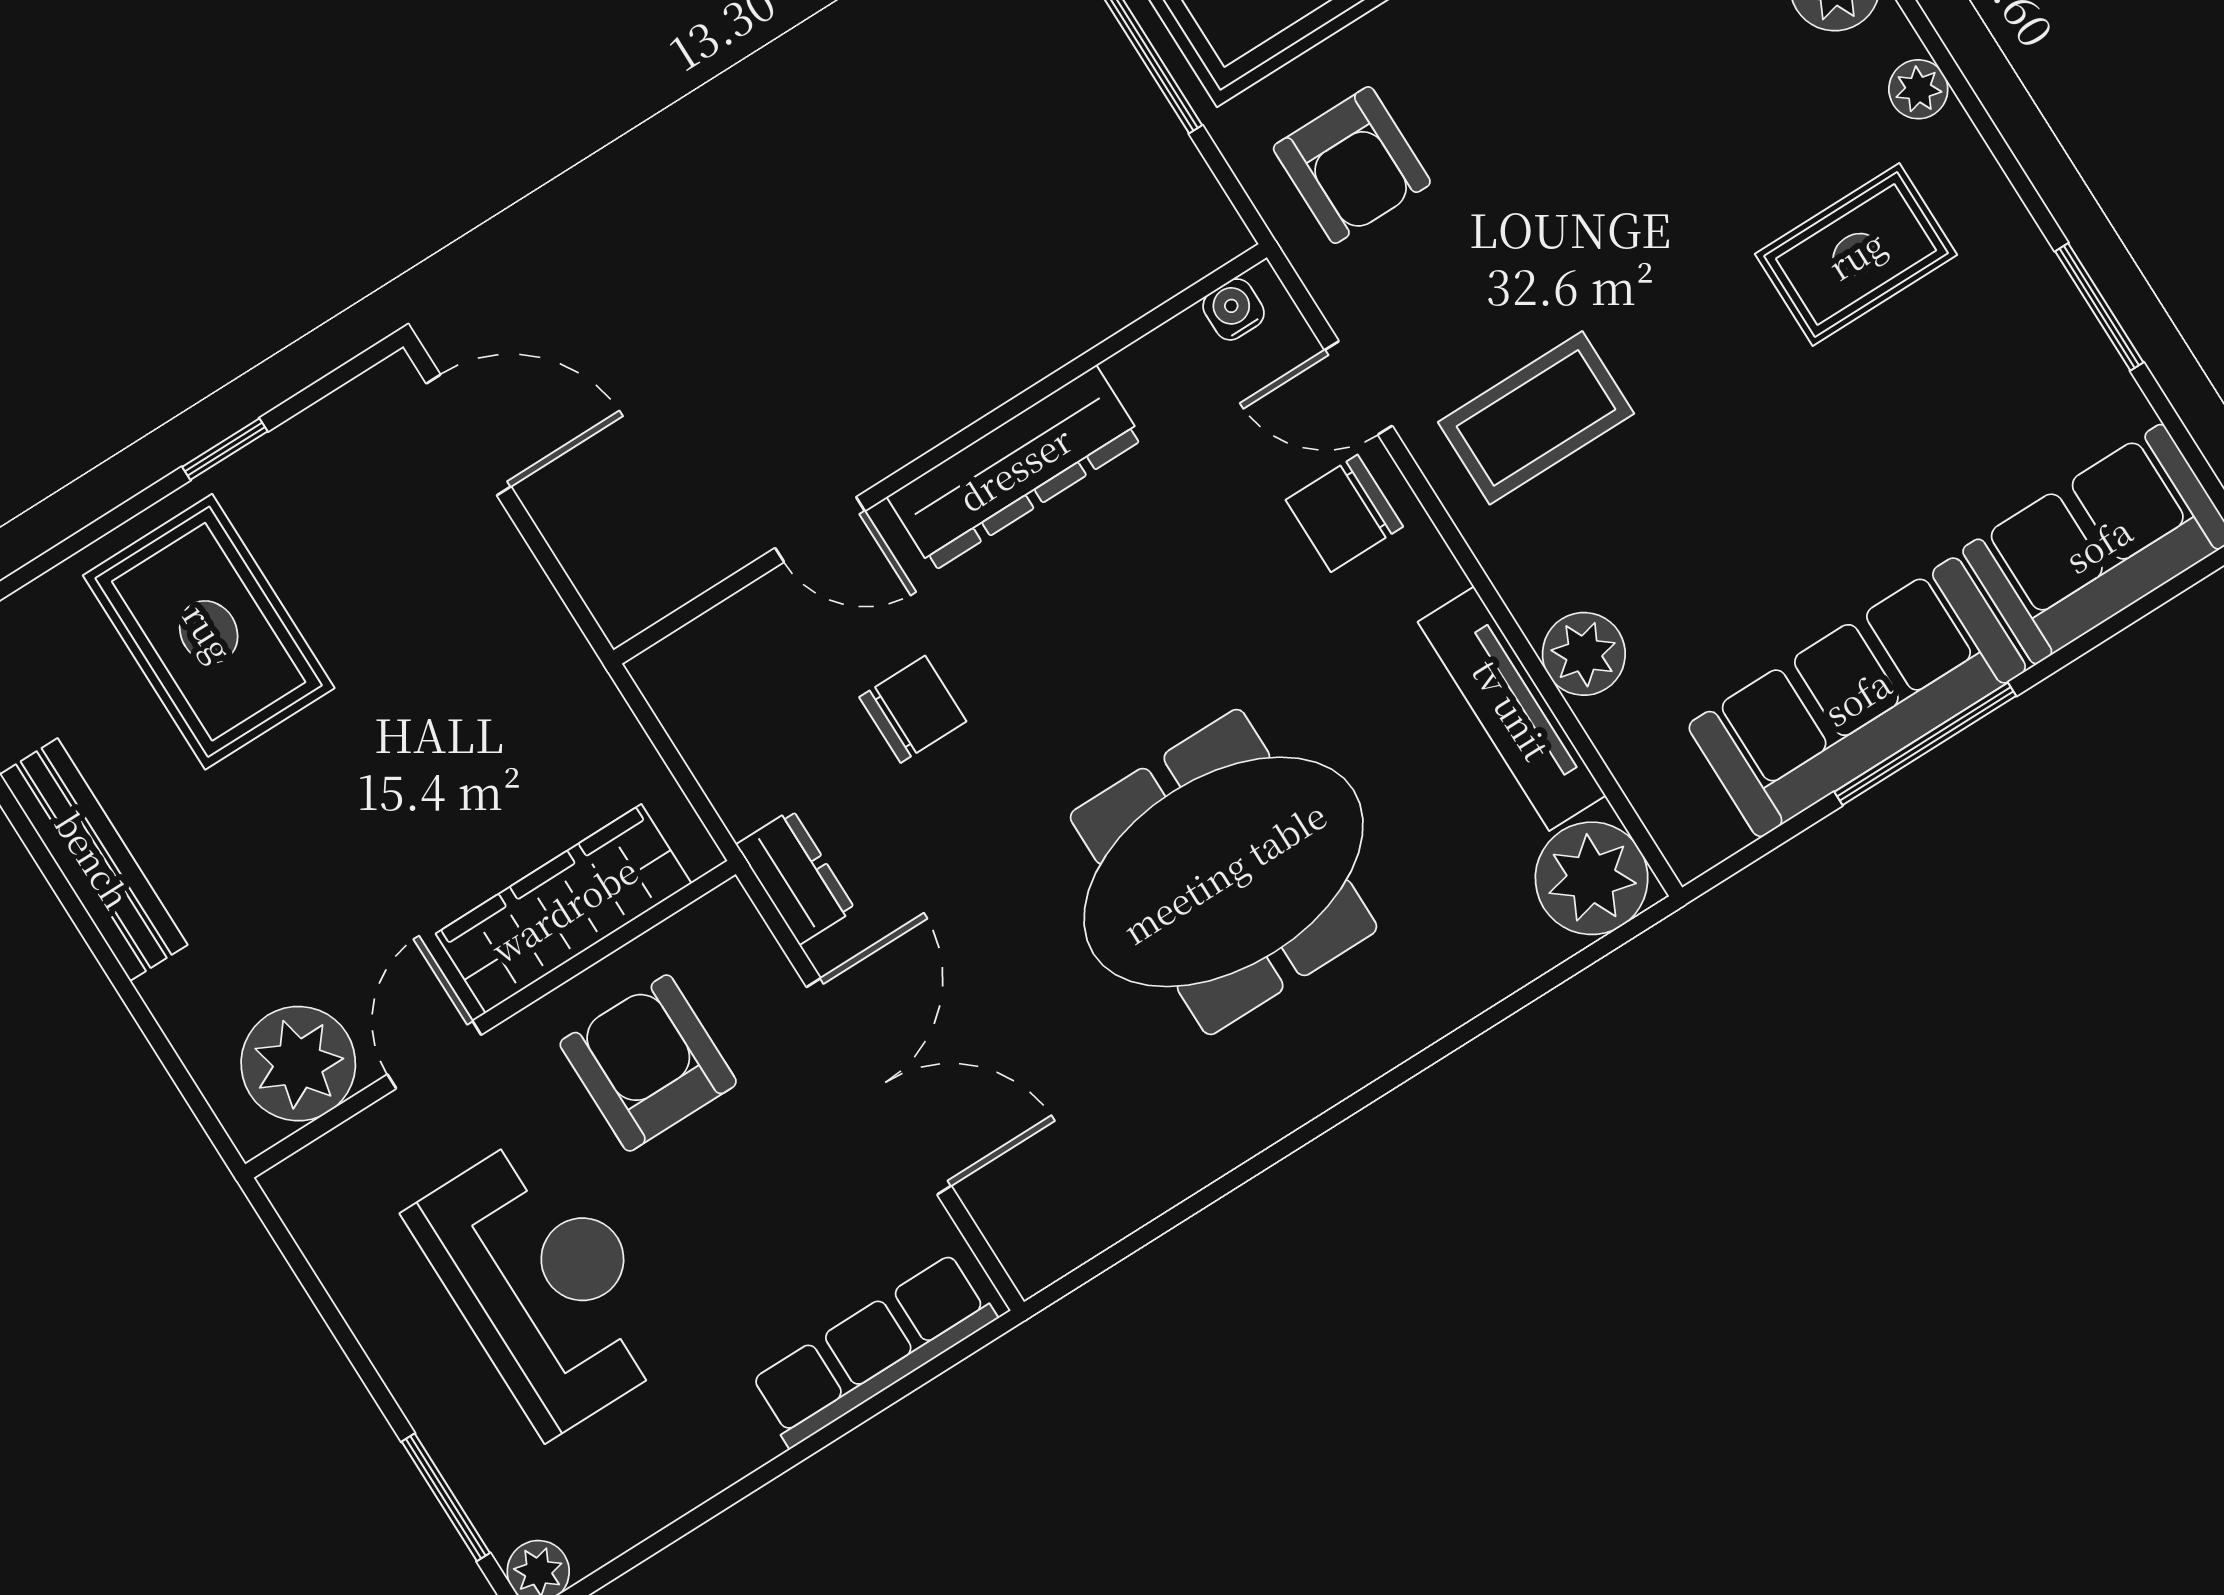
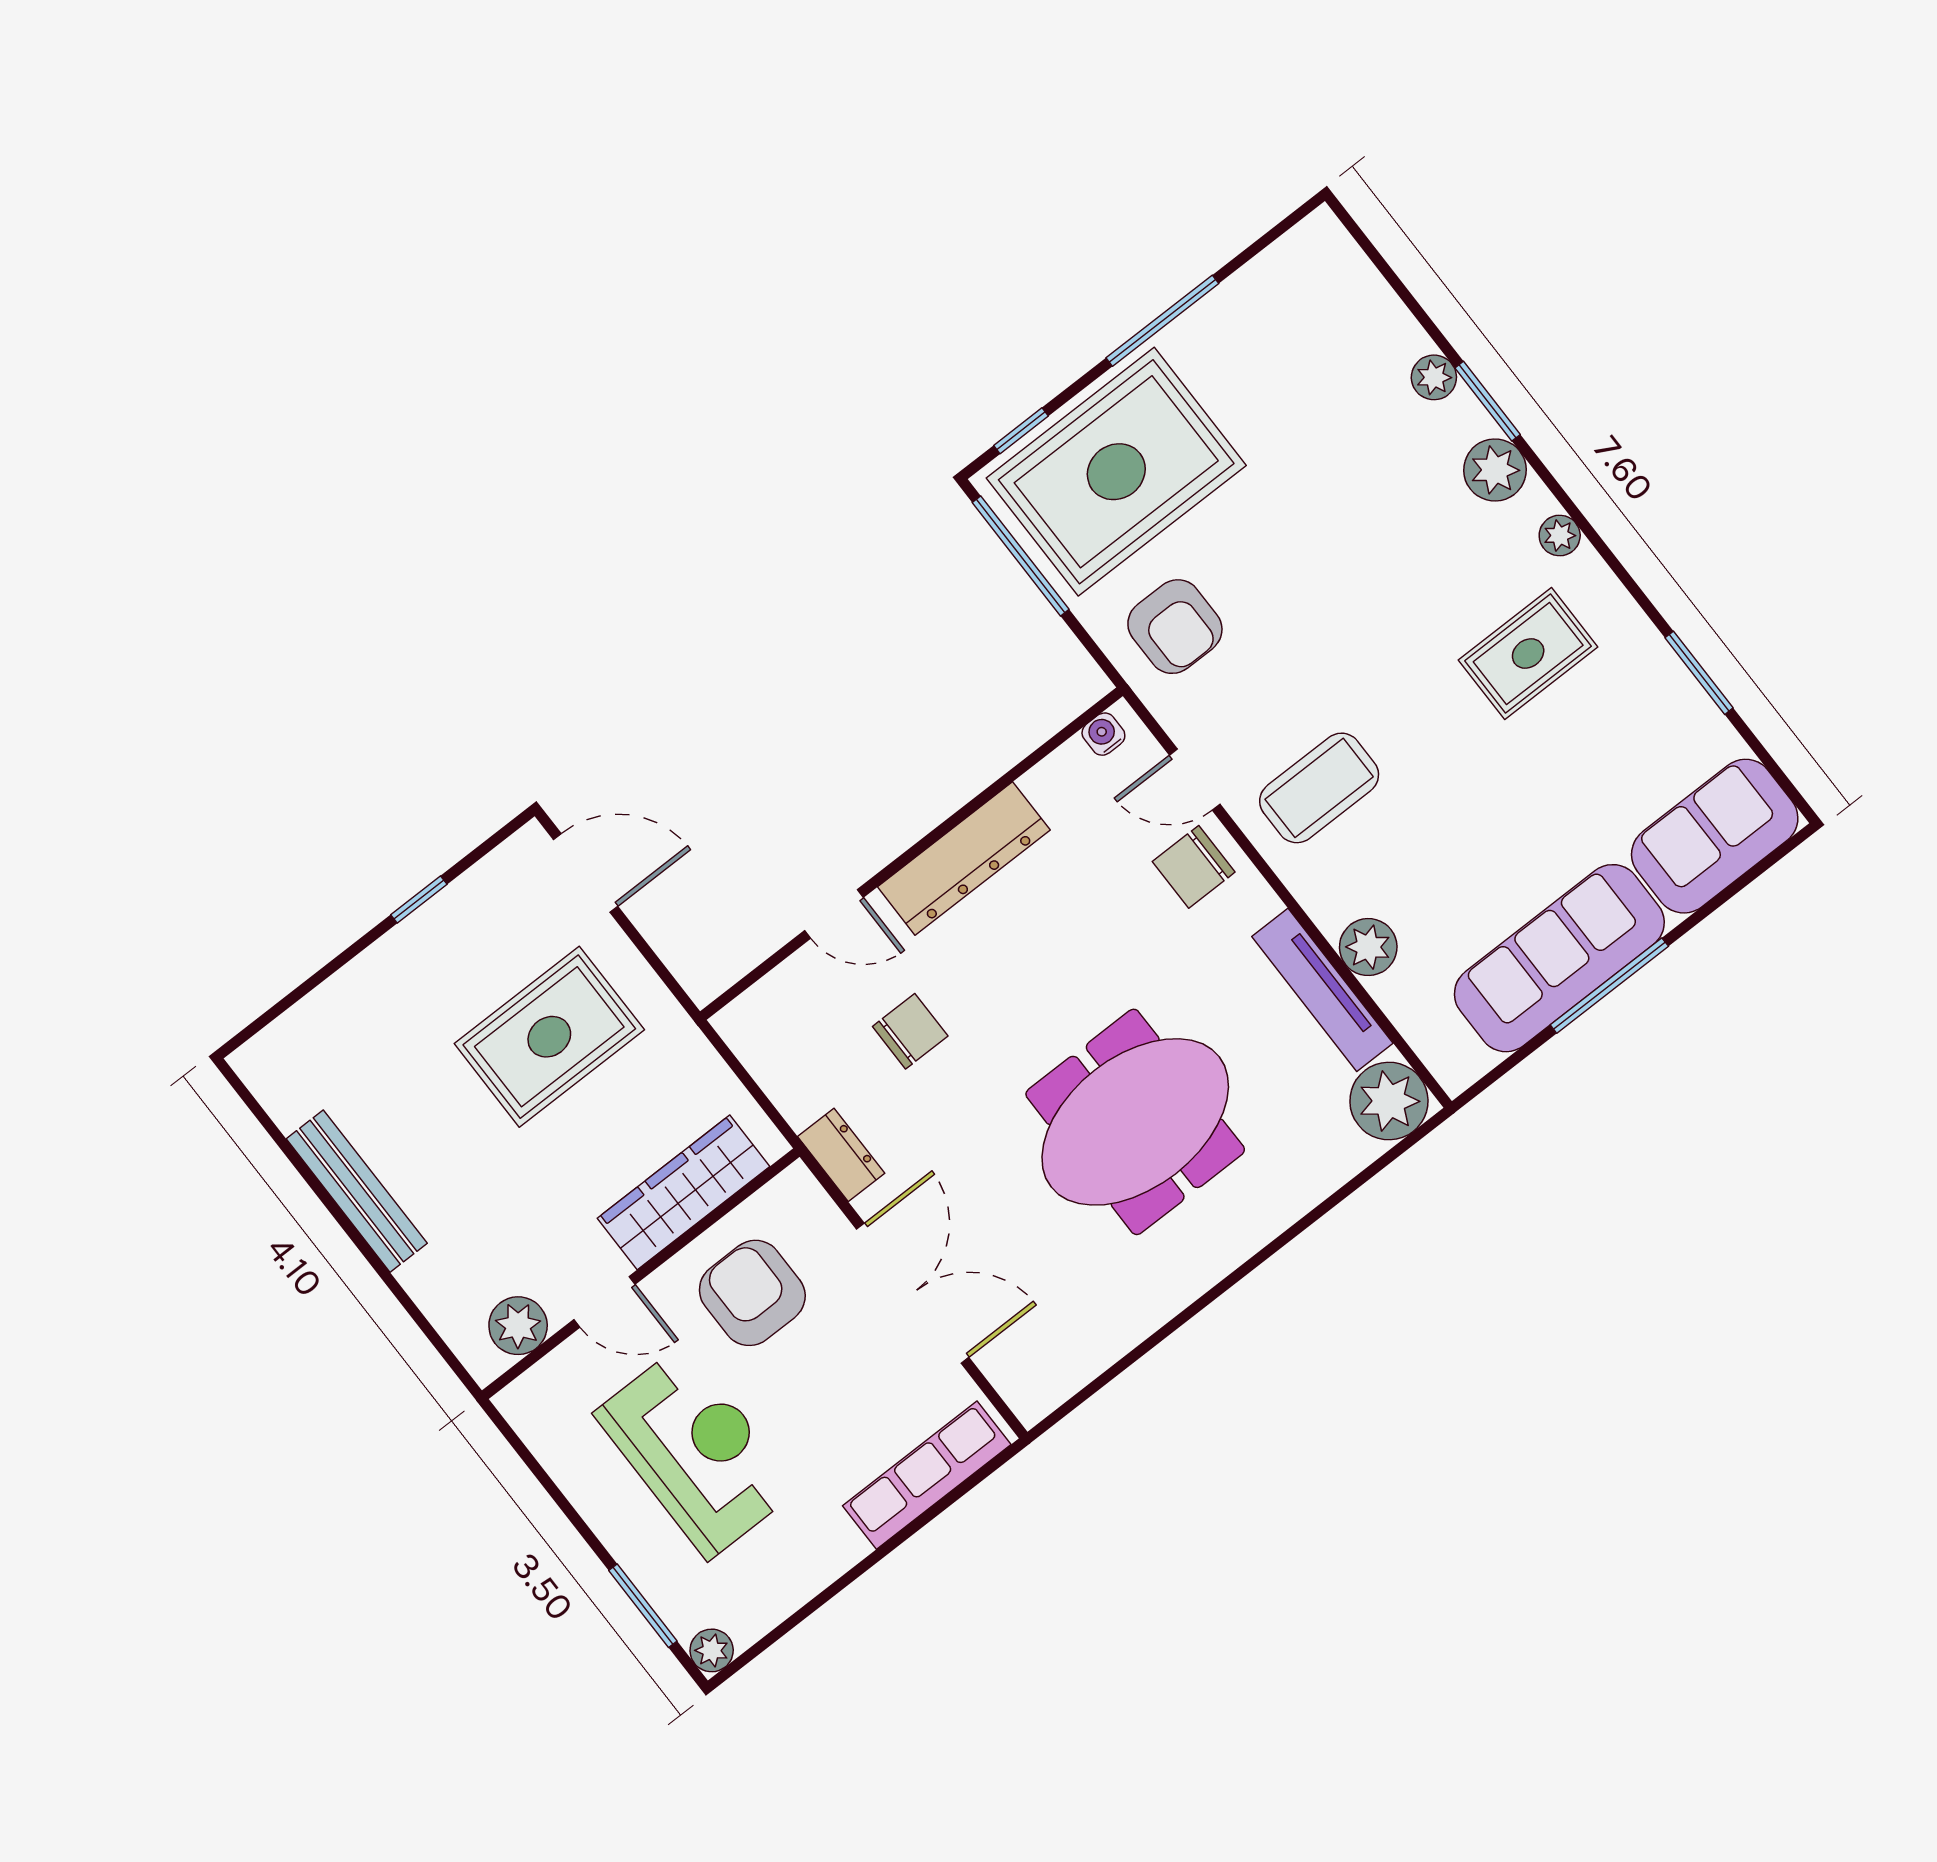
rug: (209, 632) -> (549, 1037), moved, turned 90
door: (434, 1055) -> (605, 1302), swing flipped
plant: (298, 1064) -> (518, 1326), width x0.73, depth x0.73

